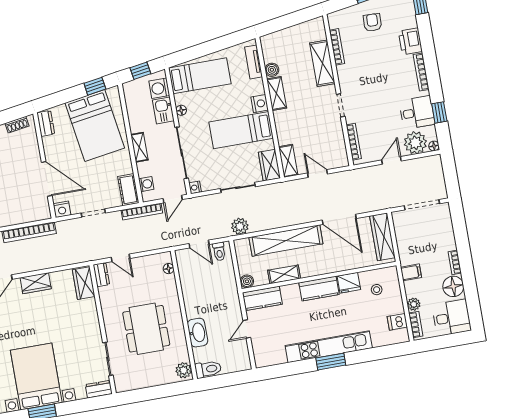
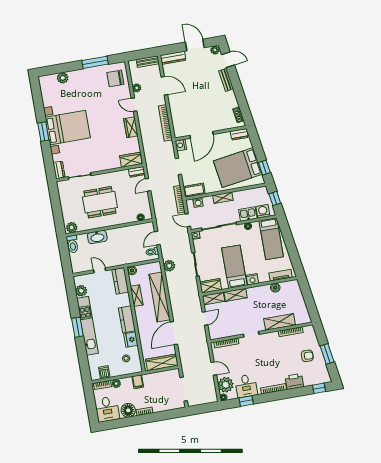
shelving: (277, 94) -> (236, 295), moved
plant: (277, 356) -> (81, 291), added

